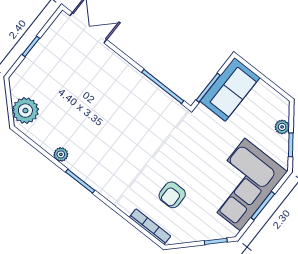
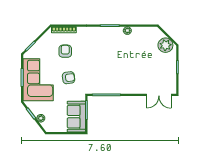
plant: (25, 111) -> (165, 45), moved
armchair: (197, 153) -> (69, 78), added

